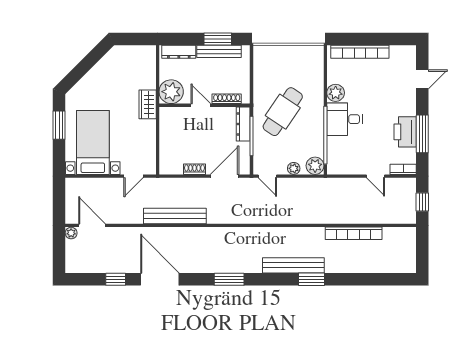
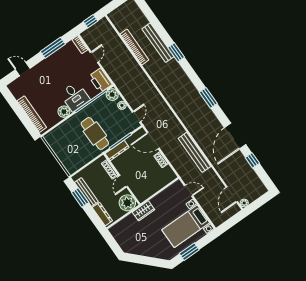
cafe table: (283, 112) -> (95, 133), turned 55
printer: (405, 132) -> (100, 80), moved, turned 90
bench: (293, 265) -> (158, 43), moved

